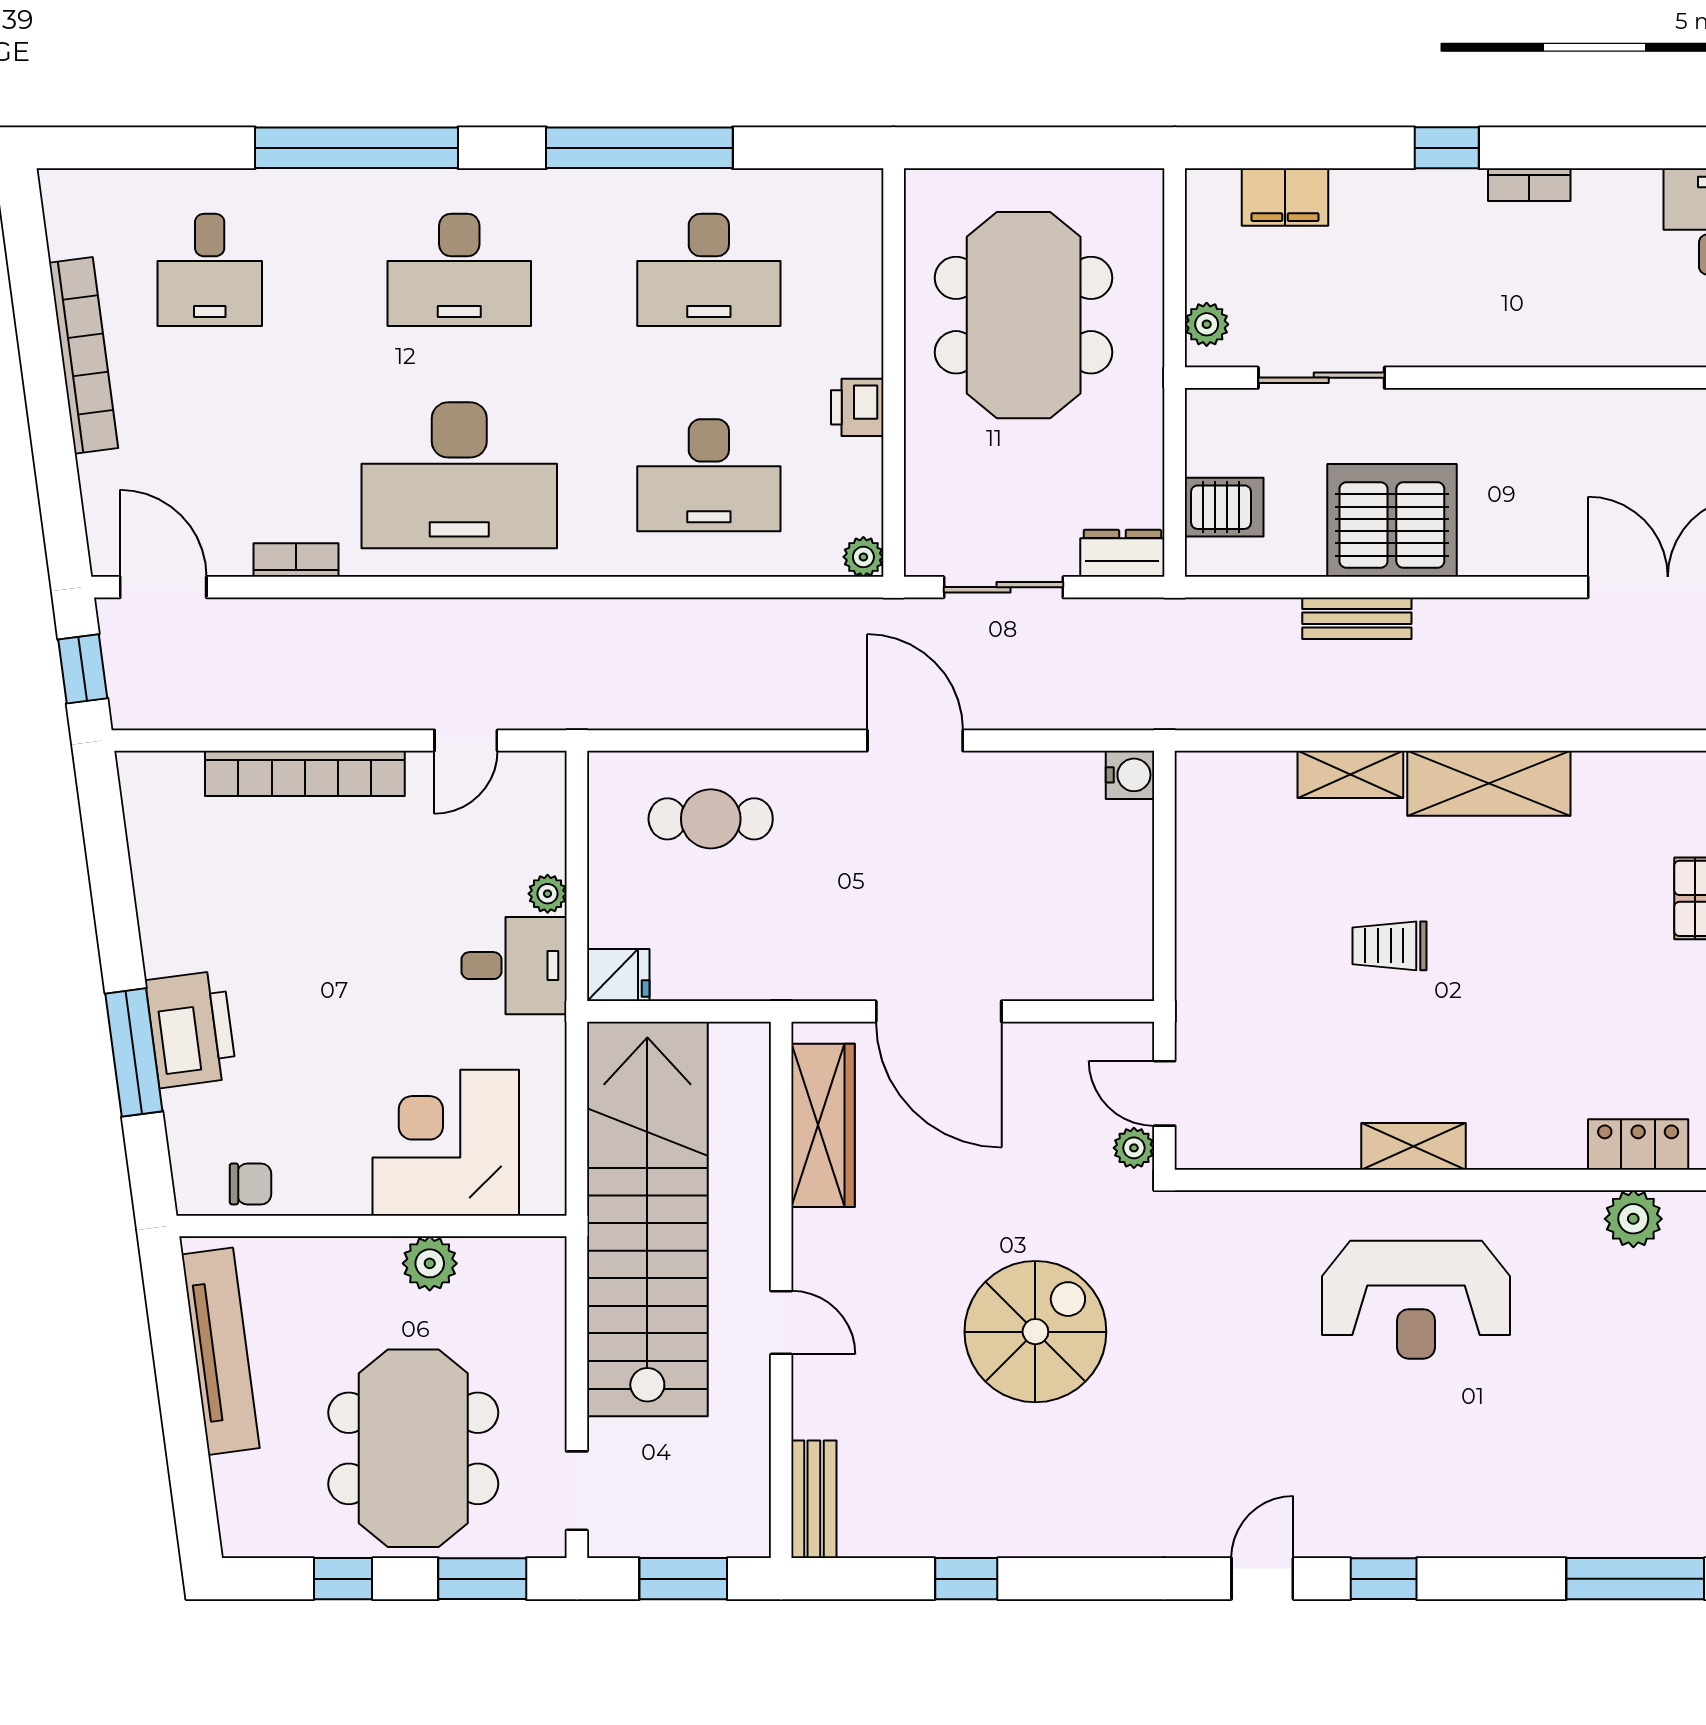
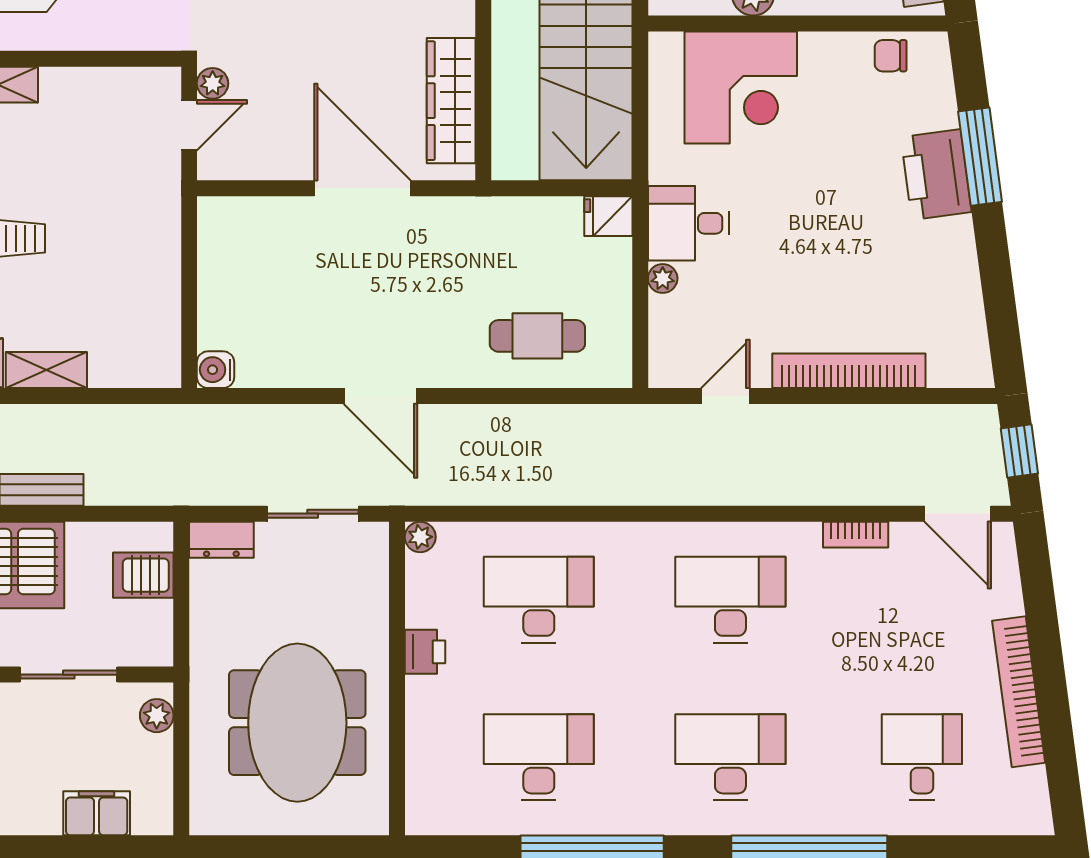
desk: (459, 475) -> (730, 600), width x0.73, depth x0.77
door: (1164, 1093) -> (189, 125), hinge flipped

